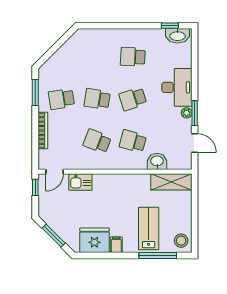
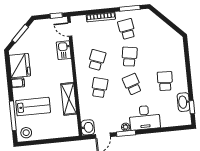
washbasin: (177, 36) -> (183, 102), moved
washbasin: (157, 161) -> (88, 127), moved
shelving: (171, 182) -> (69, 99), moved

